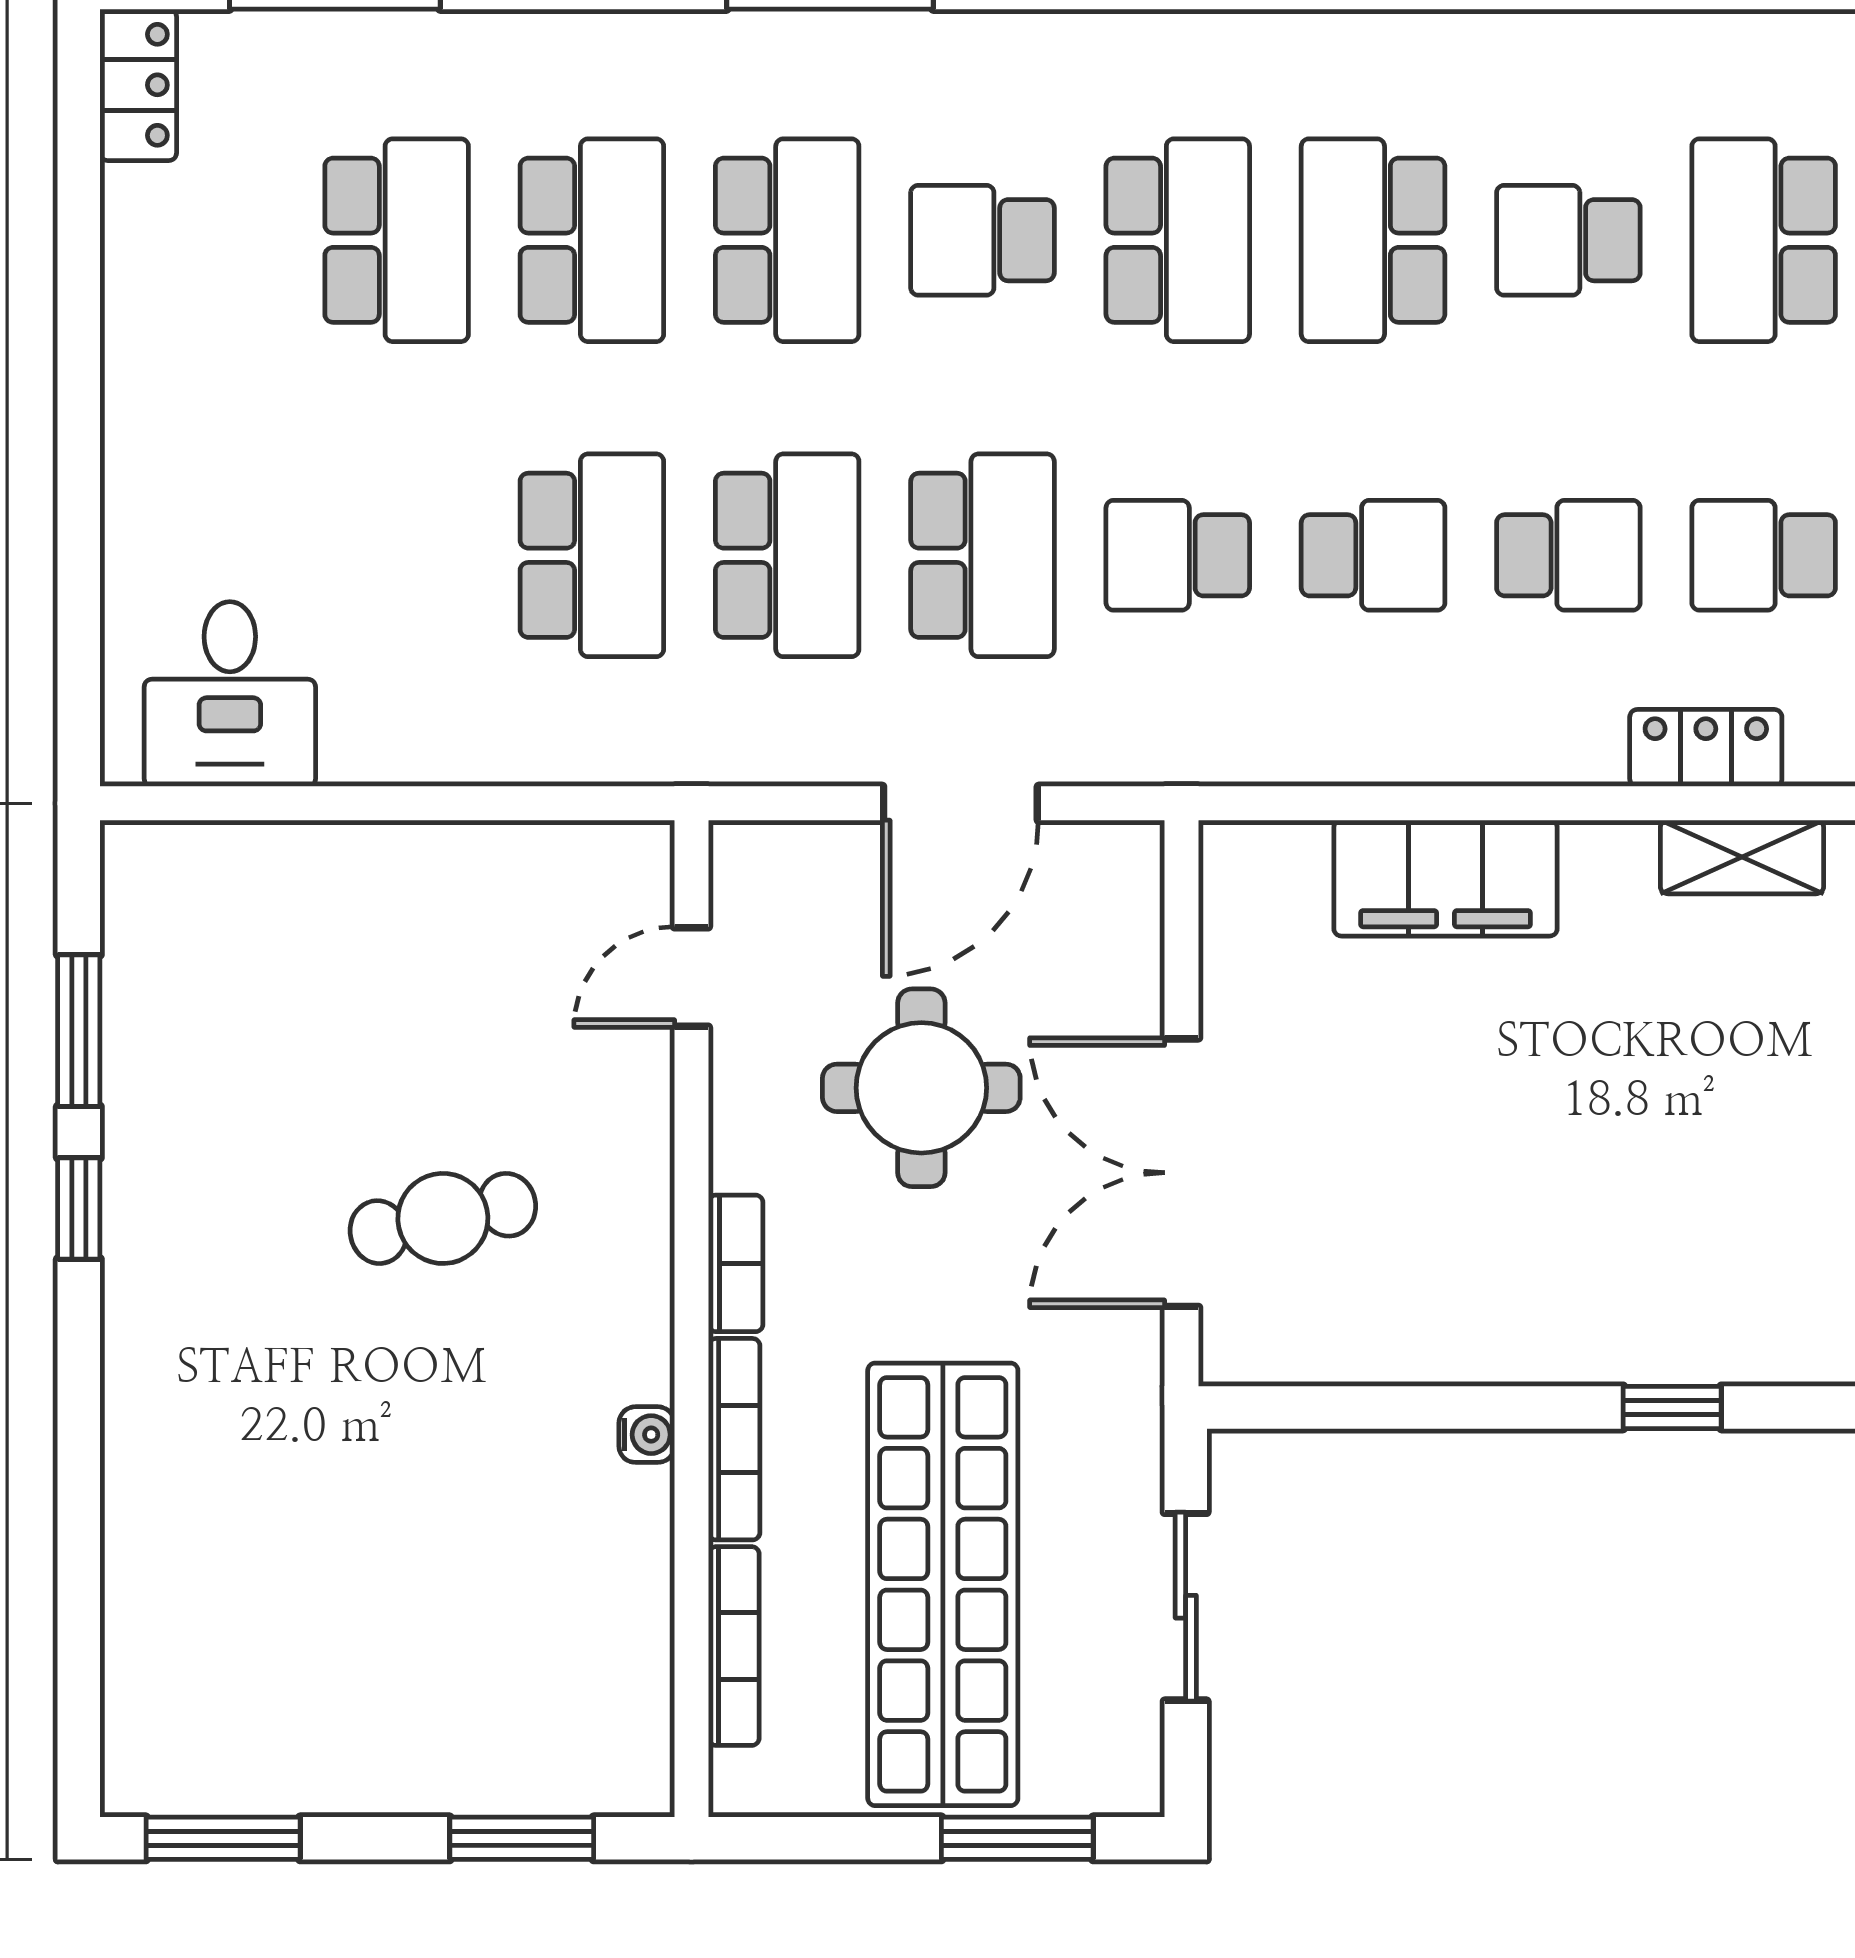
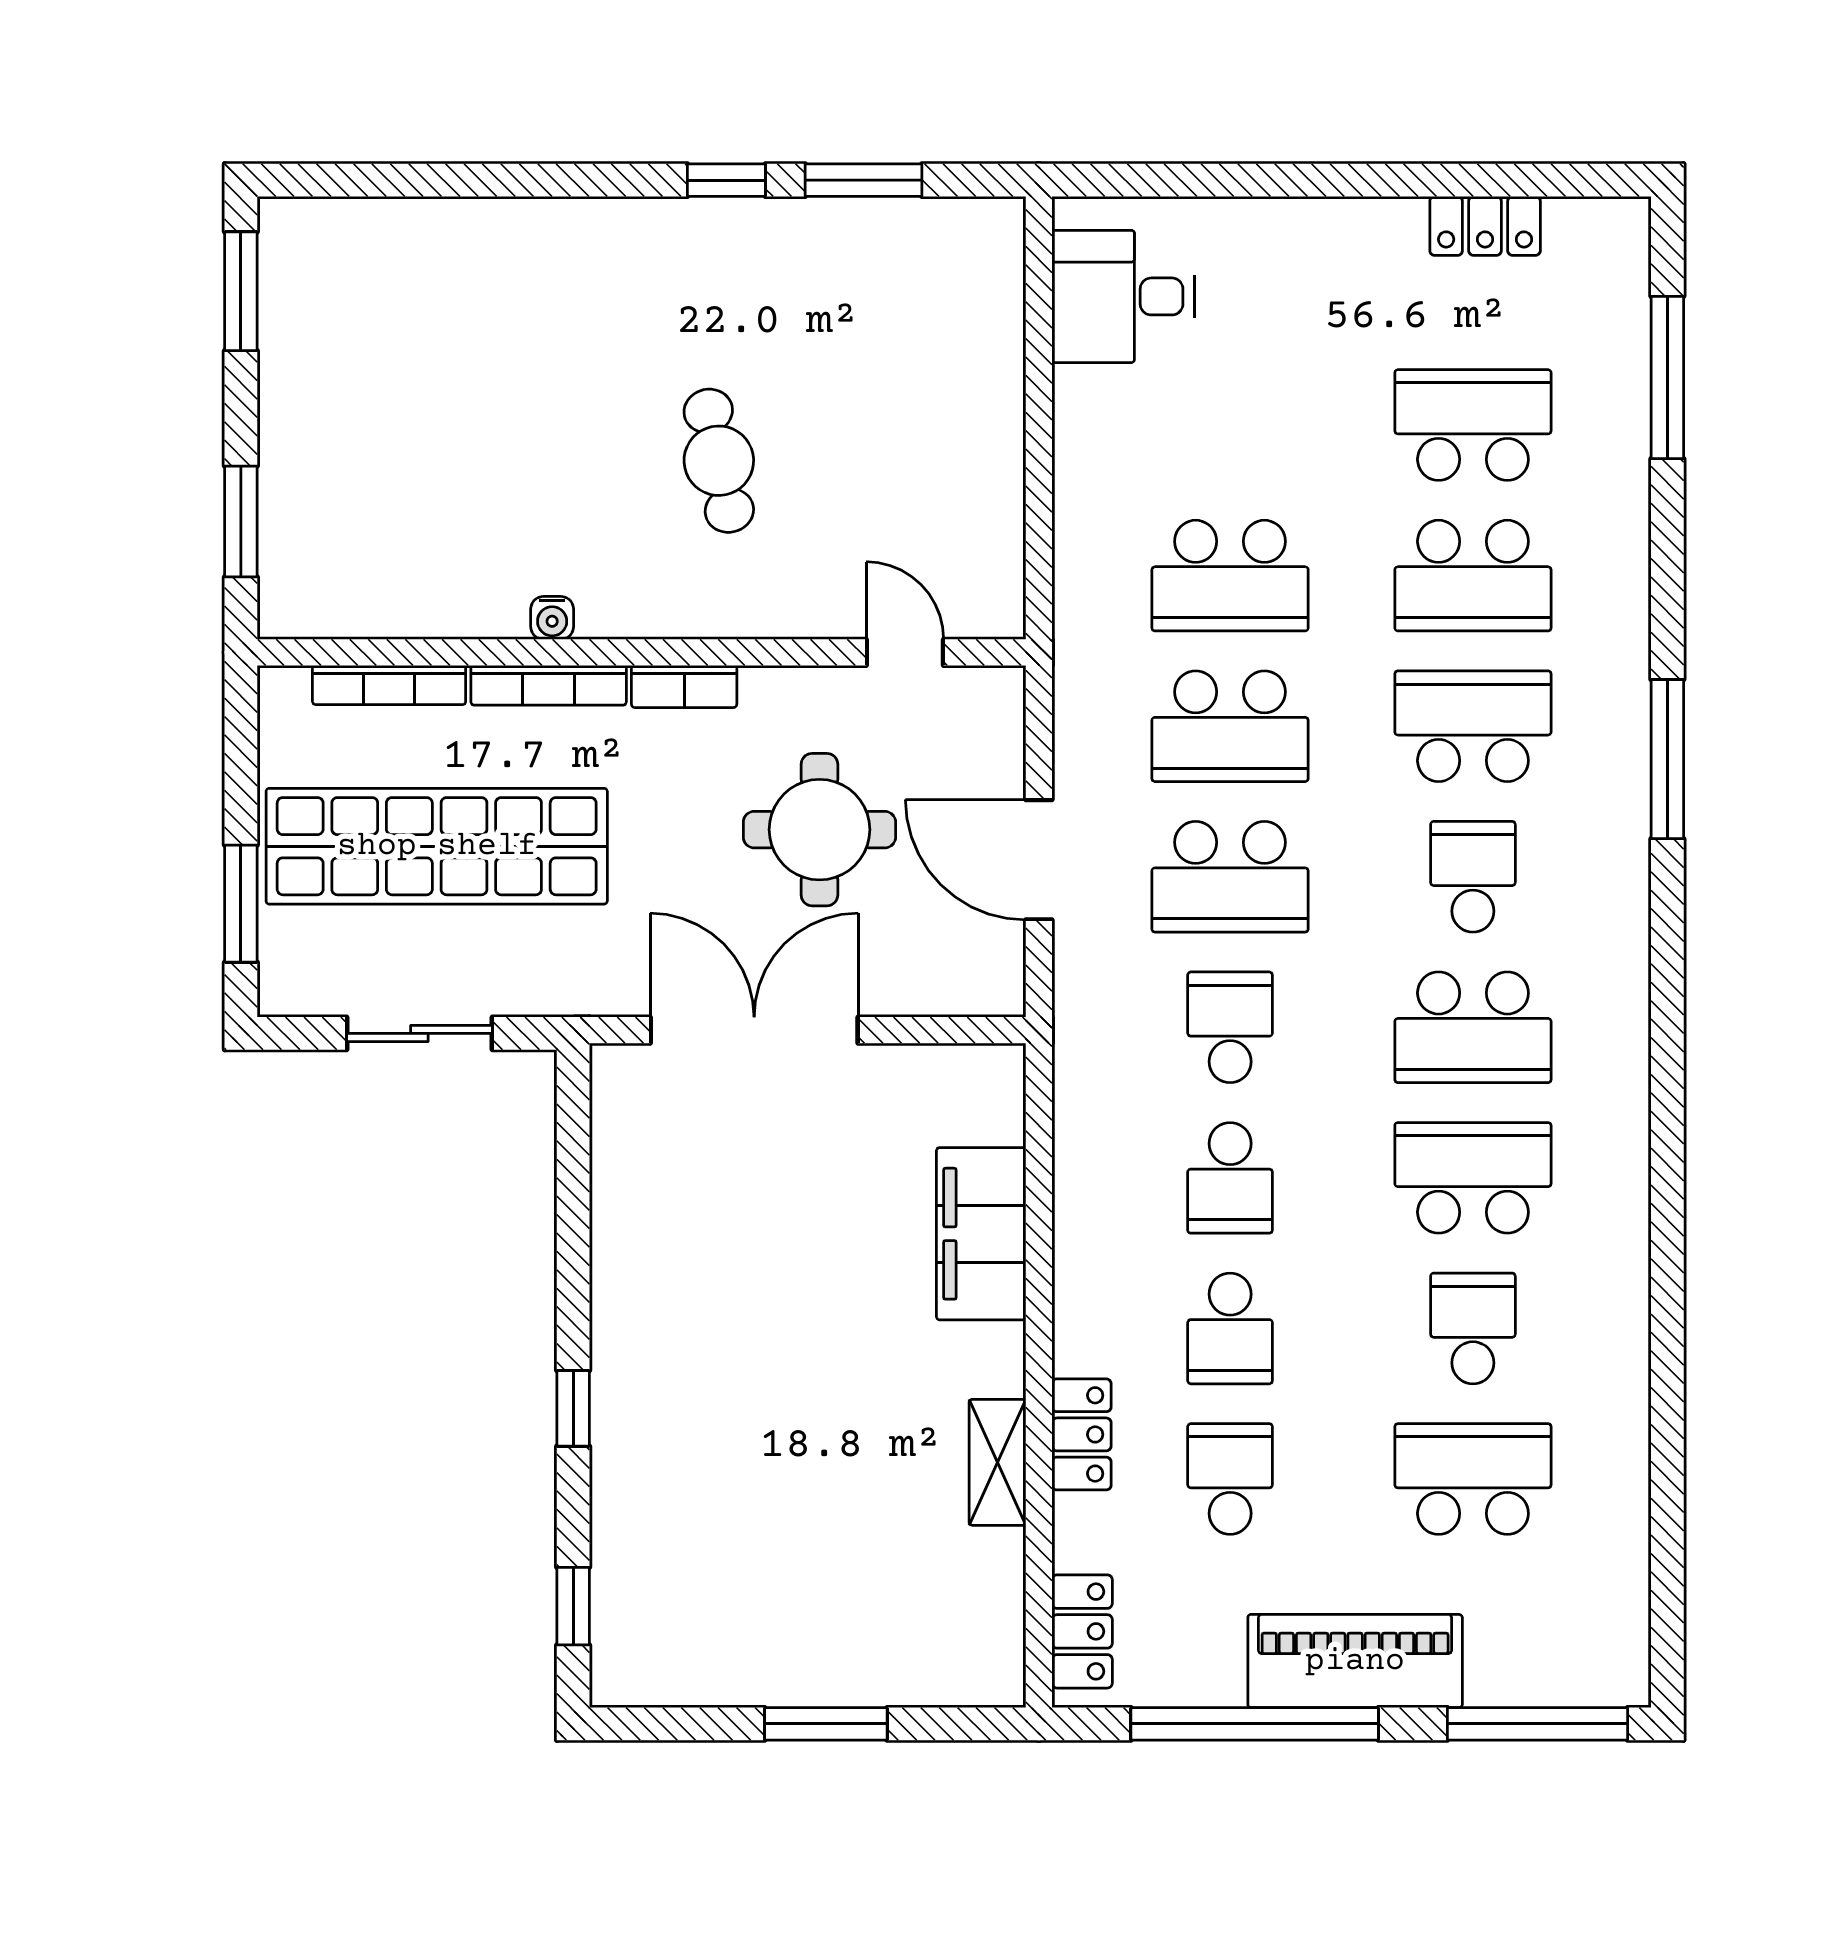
locker: (138, 85) -> (1485, 226), moved
school desk: (397, 240) -> (1473, 425), turned 180
school desk: (787, 240) -> (1473, 726), turned 180

